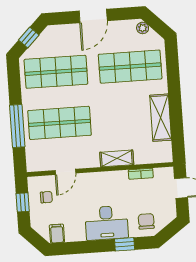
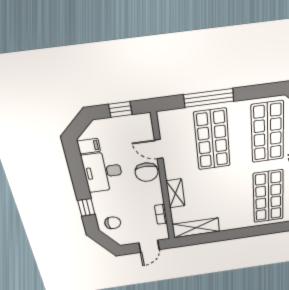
shelving: (161, 118) -> (196, 228), moved
chair: (46, 197) -> (147, 172), moved, width x1.87, depth x1.87
desk: (106, 223) -> (103, 172), moved

